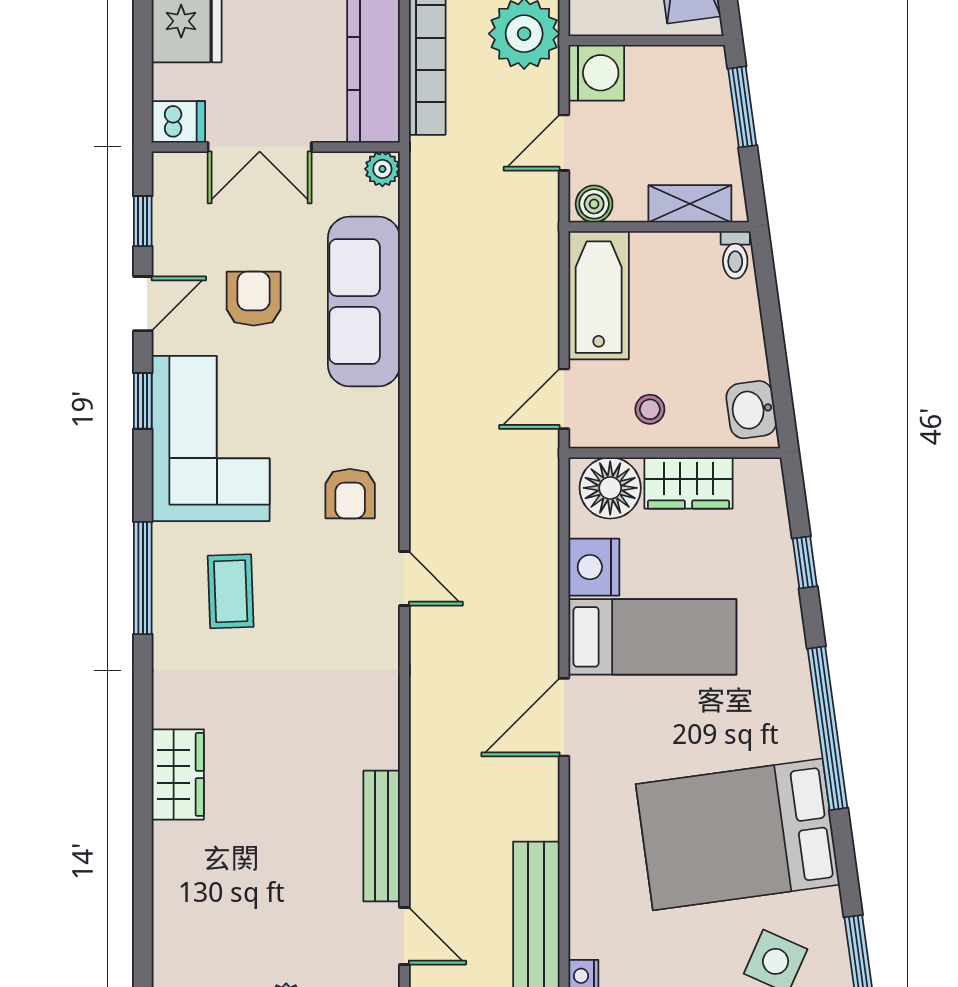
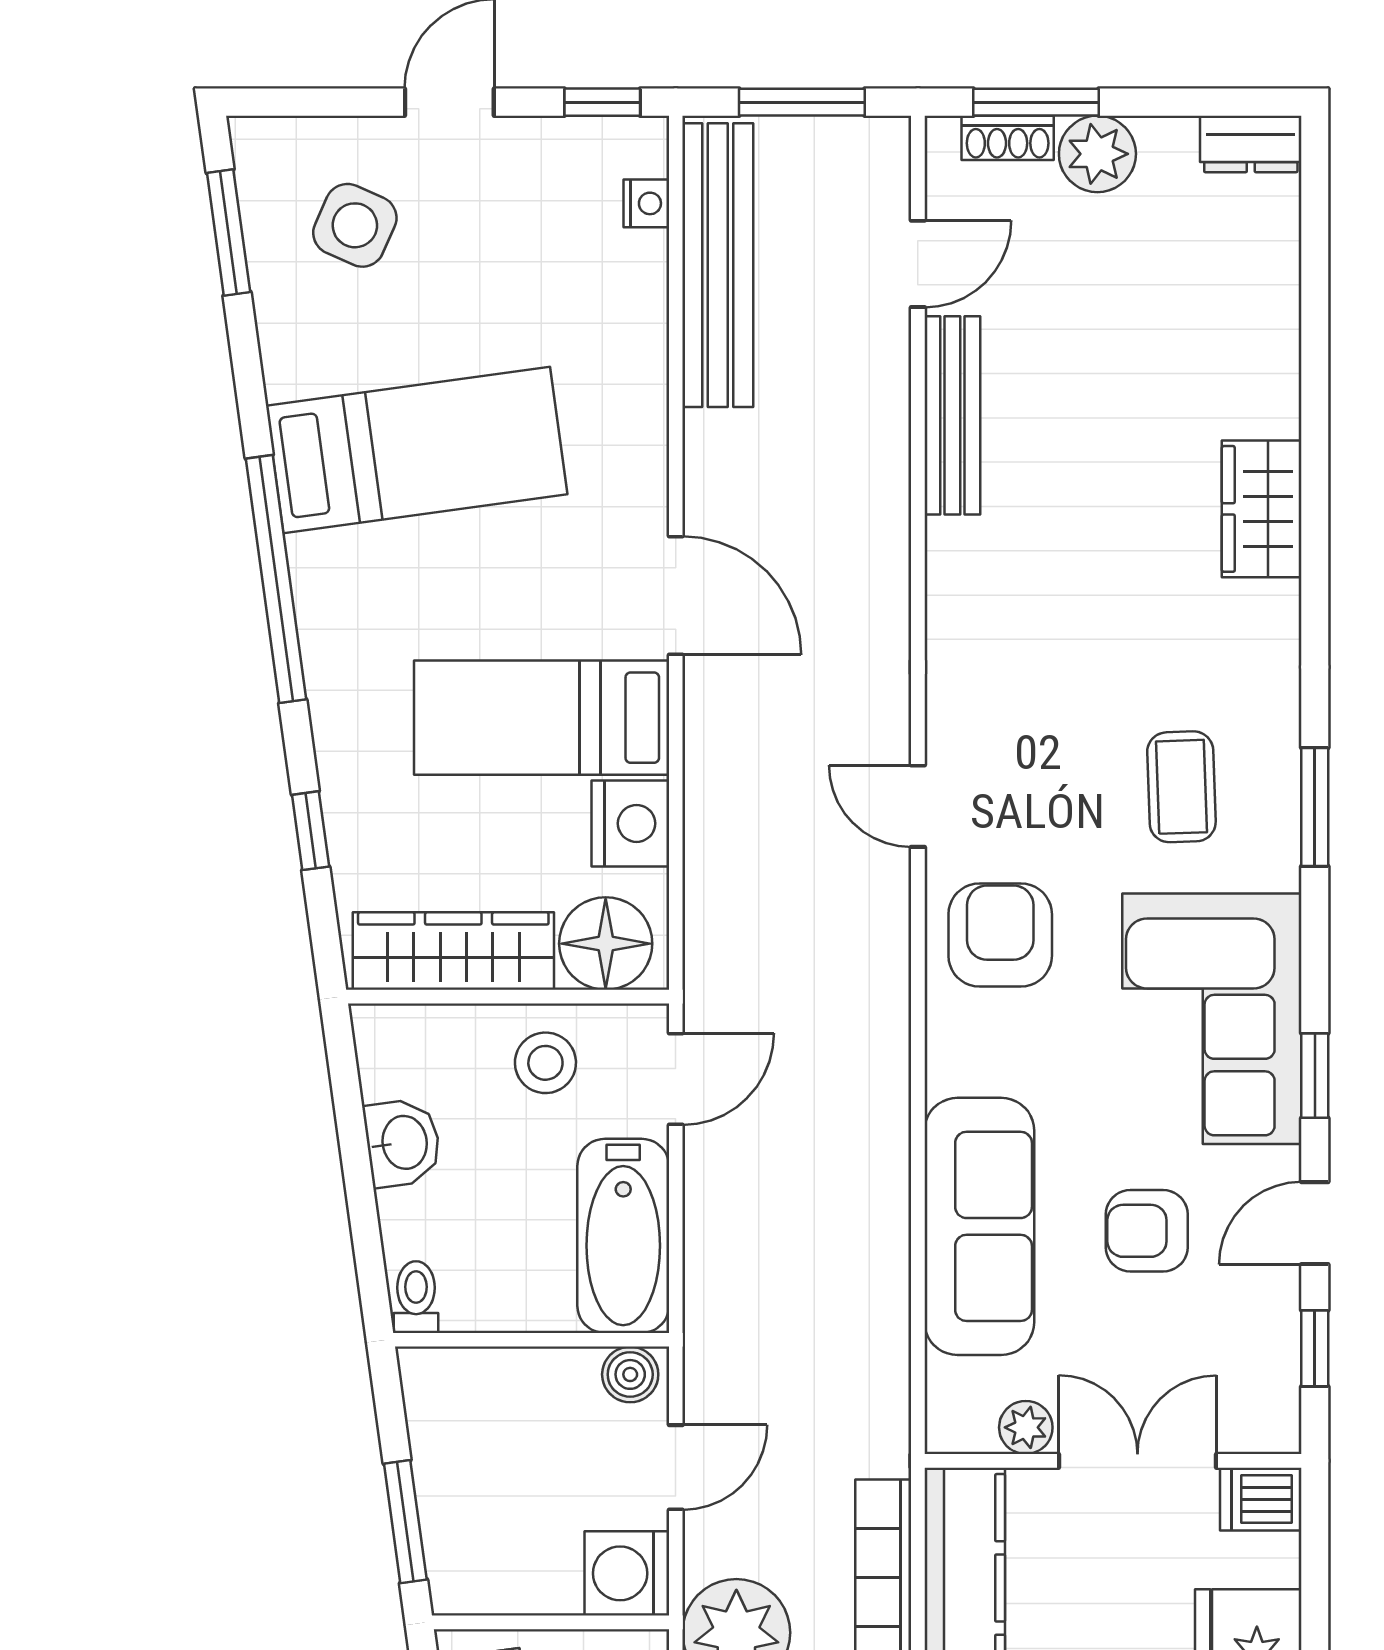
plant: (382, 169) -> (1026, 1427), moved
shelving: (690, 204) -> (485, 1375), removed
armchair: (254, 299) -> (1147, 1231), turned 90
stool: (650, 409) -> (545, 1063), width x1.37, depth x1.37
washbasin: (751, 410) -> (403, 1143), moved
wardrobe: (689, 483) -> (453, 951), width x1.50
armchair: (350, 494) -> (1000, 935), width x1.38, depth x1.38
window: (143, 578) -> (1315, 807), width x0.69
door: (564, 717) -> (676, 596), hinge flipped
bed: (738, 834) -> (417, 450), width x0.67
door: (404, 936) -> (918, 264), swing flipped

